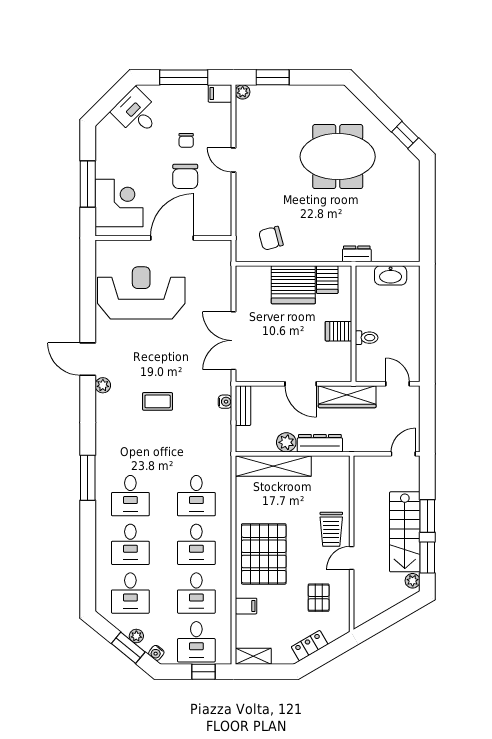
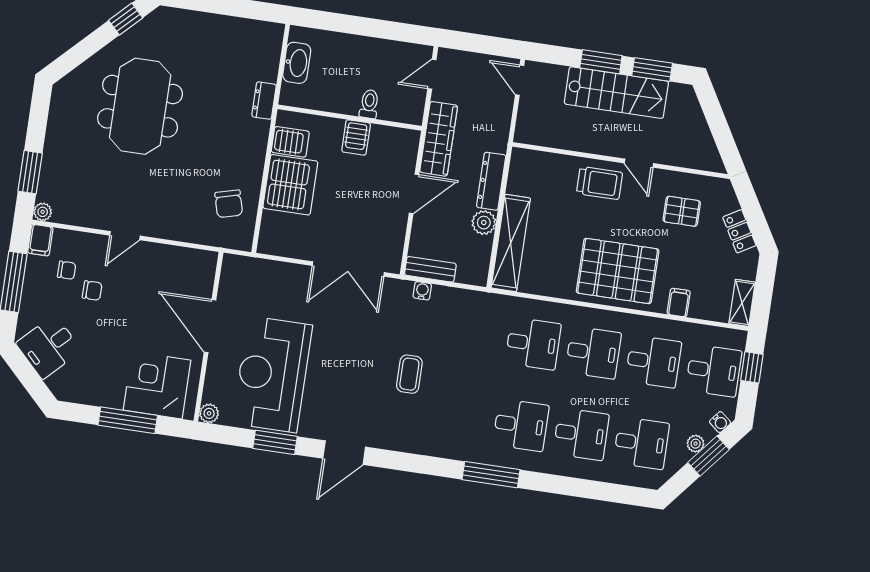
chair: (185, 176) -> (67, 270), moved, width x0.54, depth x0.54
window: (88, 303) -> (275, 442), added
plant: (103, 385) -> (209, 413), moved
plant: (413, 581) -> (678, 92), removed

